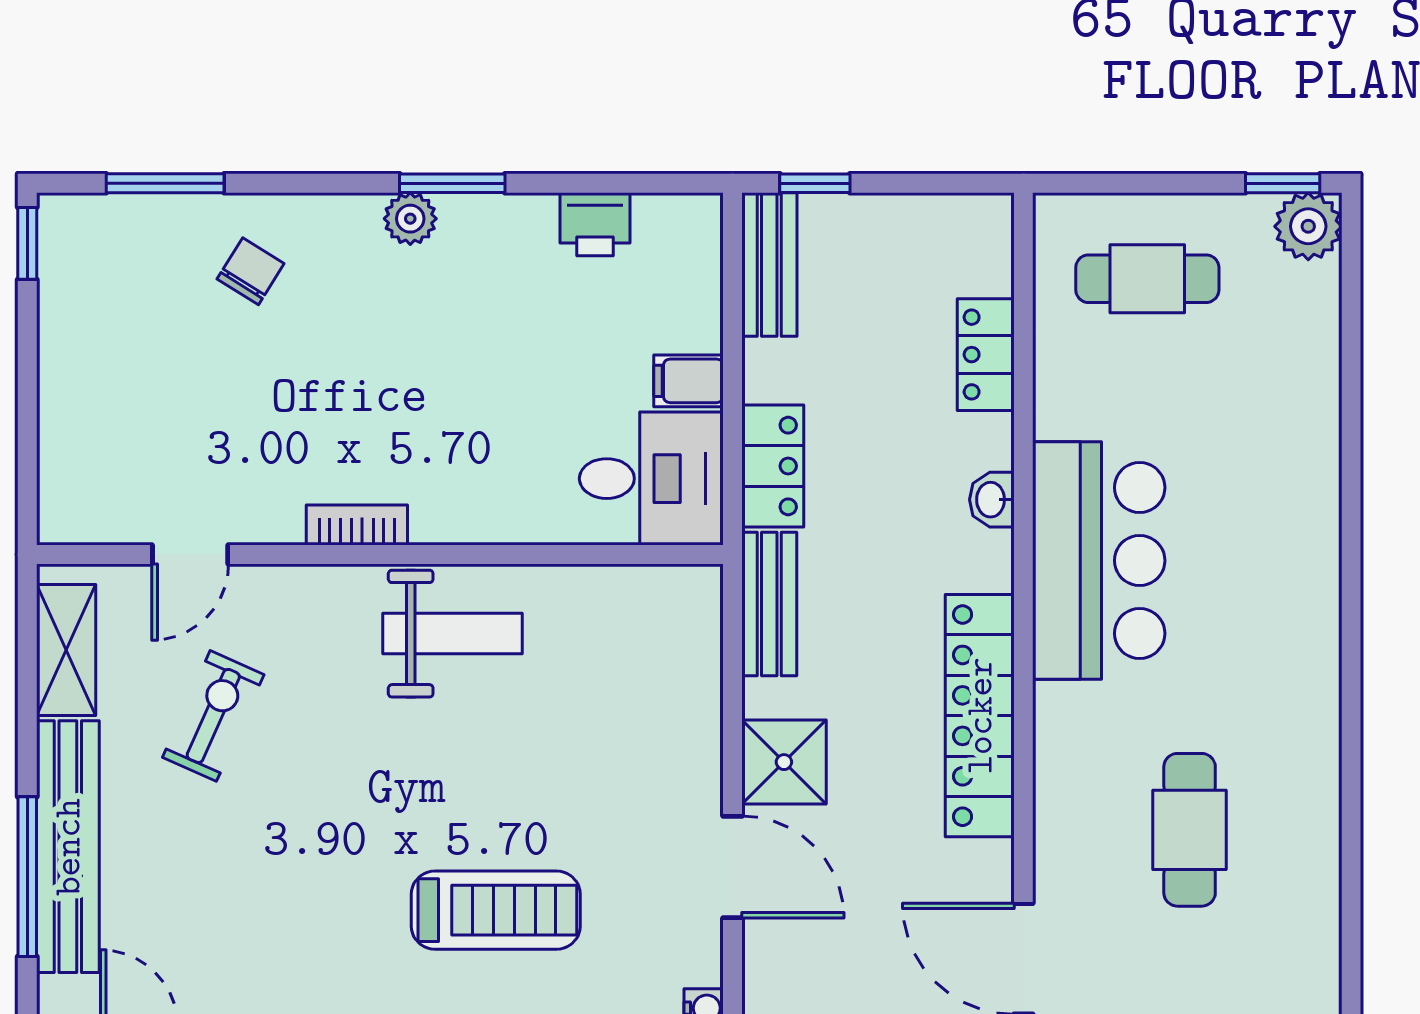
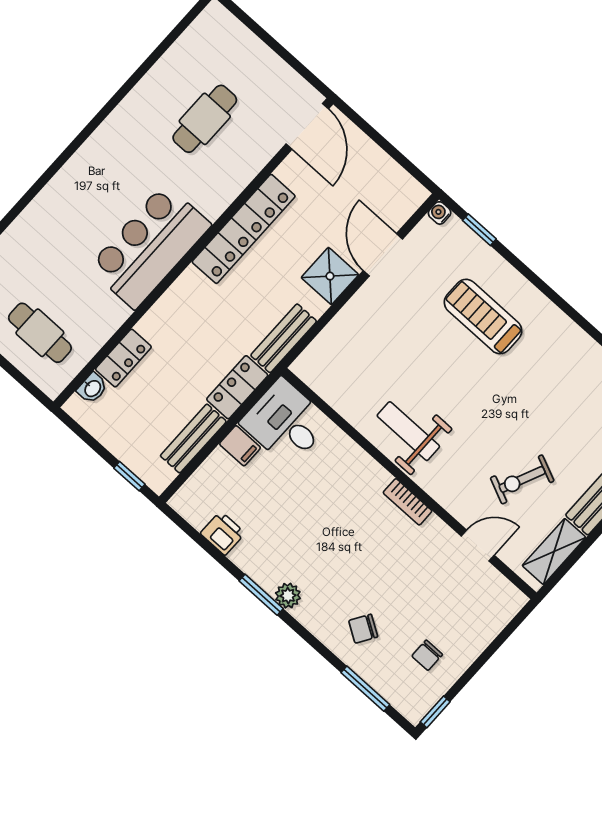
bench: (769, 265) -> (193, 439), moved
chair: (117, 318) -> (427, 655), added
washbasin: (992, 500) -> (92, 388), moved

